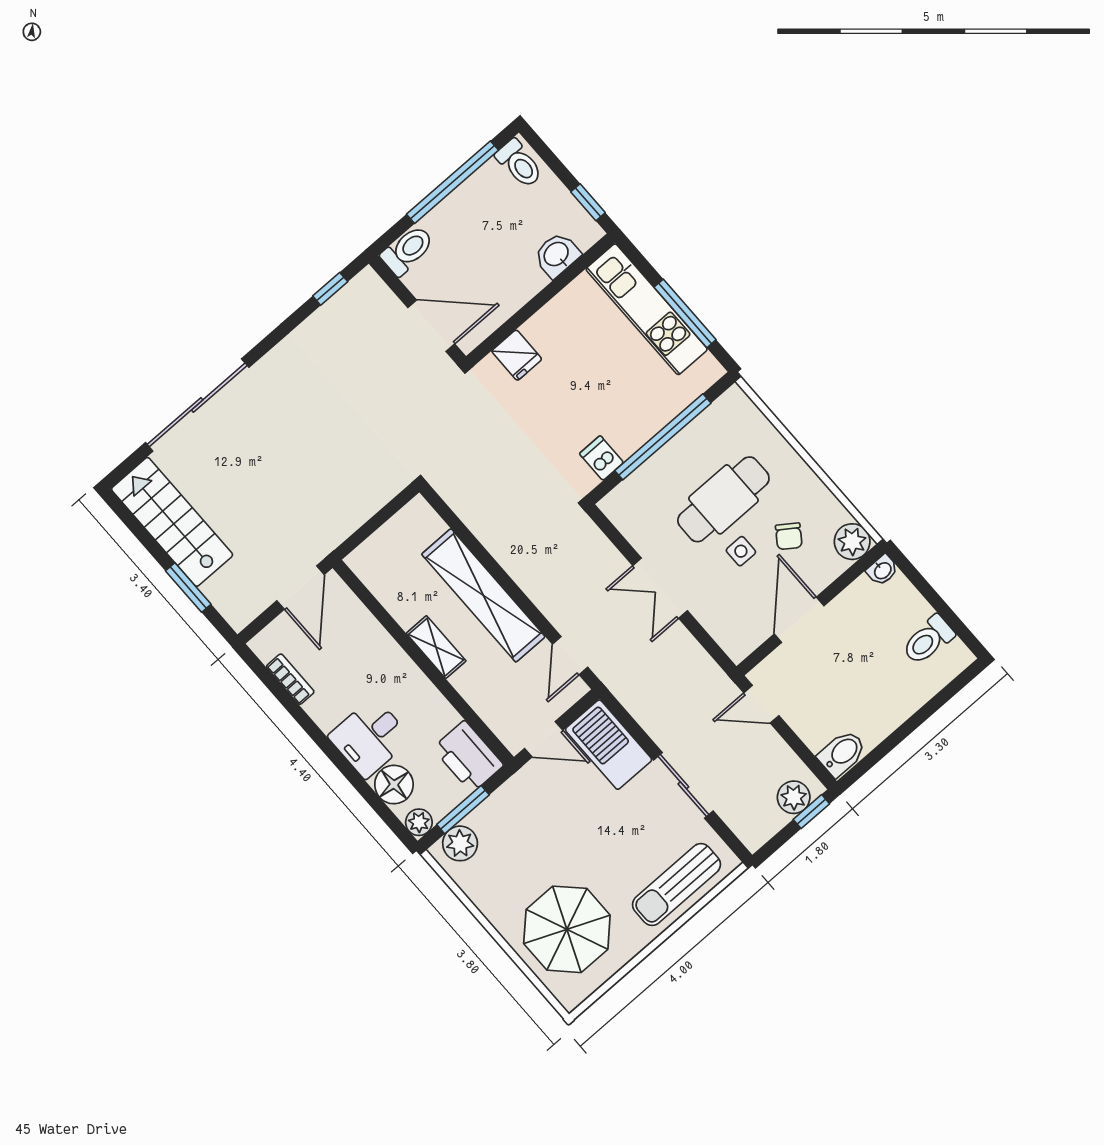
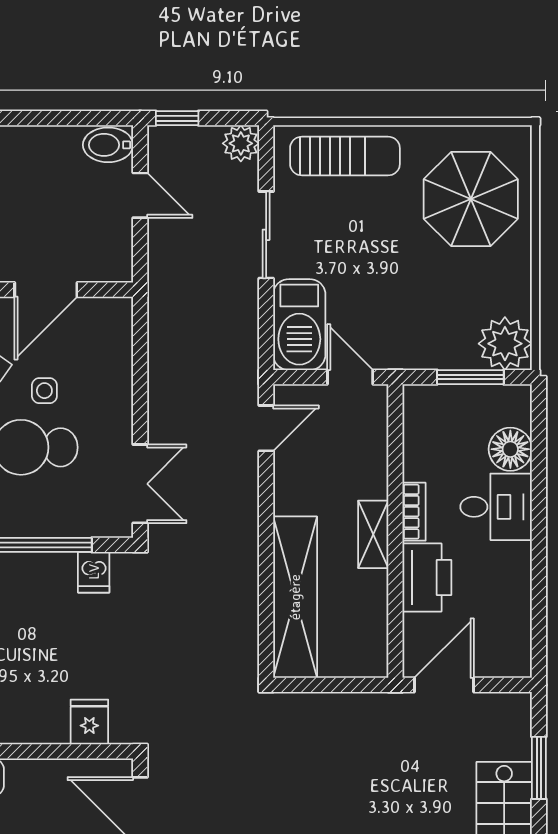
double door: (660, 588) -> (140, 484), moved
shelving: (483, 595) -> (295, 597), moved
bookcase: (290, 679) -> (414, 512), moved, turned 180
door: (761, 704) -> (140, 195), moved
printer: (468, 757) -> (427, 577), moved
plant: (794, 797) -> (241, 143), moved
plant: (419, 822) -> (517, 399), removed
plant: (460, 843) -> (505, 344), width x1.36, depth x1.36

